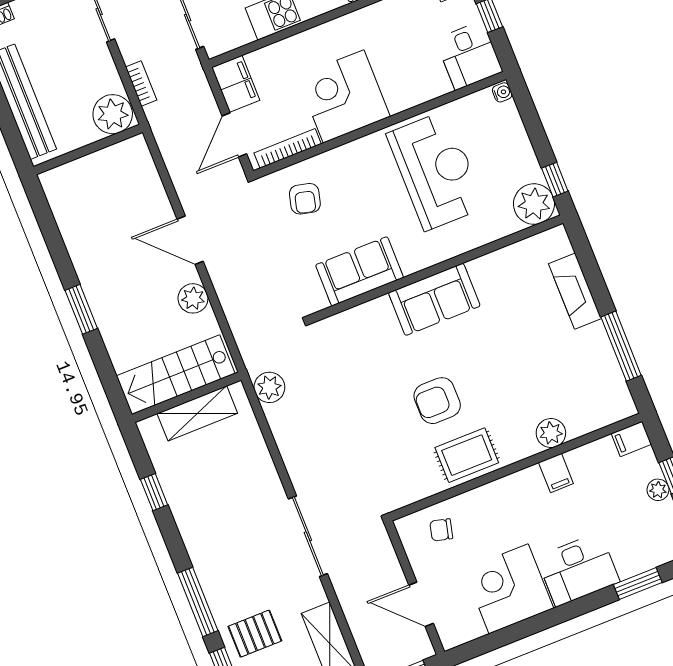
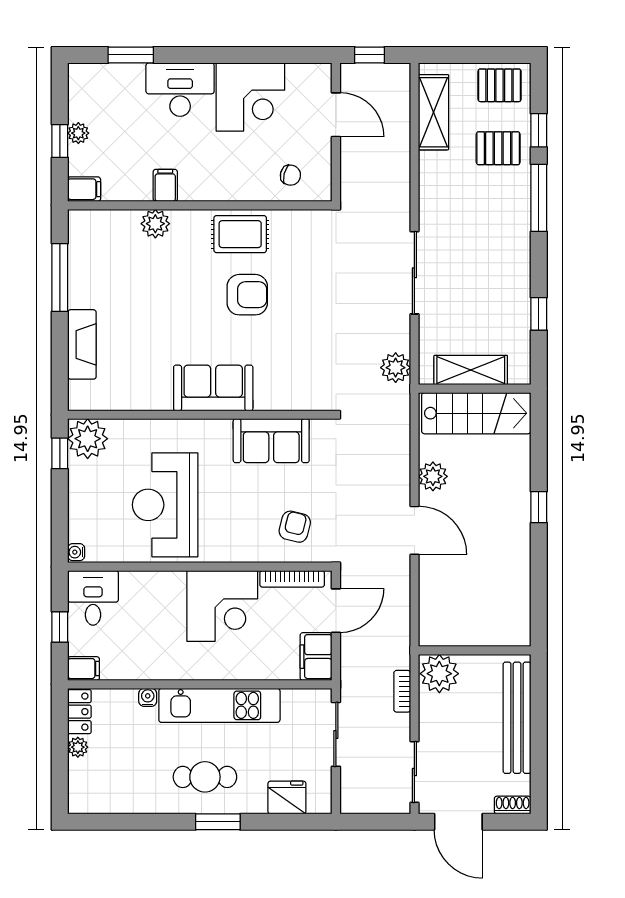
window: (81, 309) -> (539, 507), width x0.67
sliding door: (308, 536) -> (414, 273), moved

